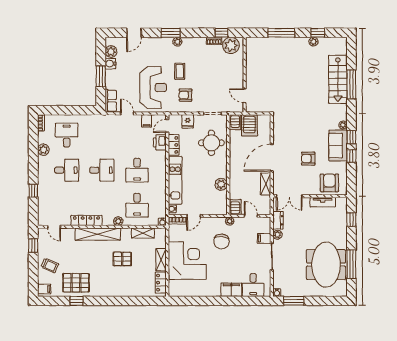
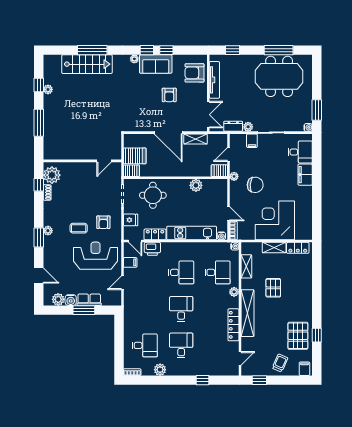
row of seats: (111, 101) -> (89, 300), moved
desk: (67, 135) -> (145, 345), turned 180
tv unit: (323, 202) -> (214, 80), width x1.41

